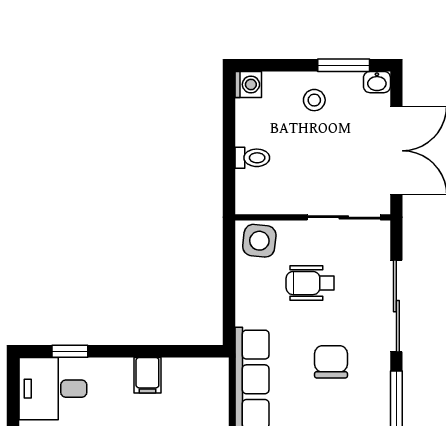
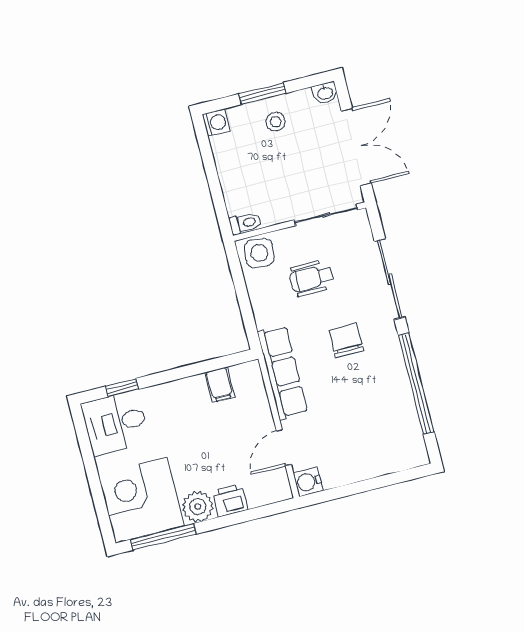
window: (344, 65) -> (262, 93), moved
toilet: (252, 158) -> (245, 223), moved
filing cabinet: (147, 375) -> (220, 385), moved

